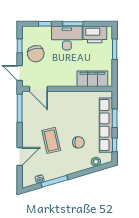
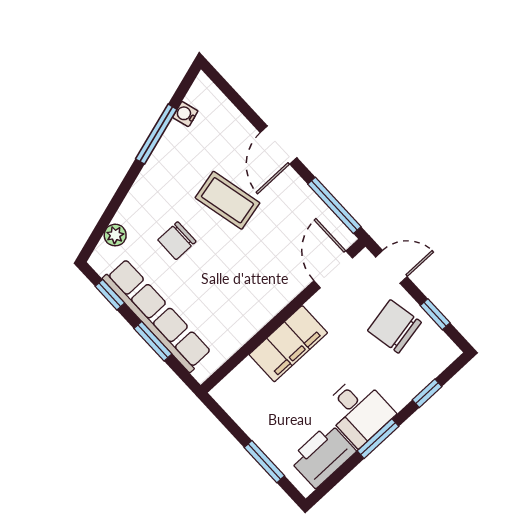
desk: (67, 38) -> (358, 411), width x0.73
filing cabinet: (92, 79) -> (288, 344), moved
door: (38, 89) -> (333, 269), hinge flipped
door: (20, 157) -> (279, 145), moved

